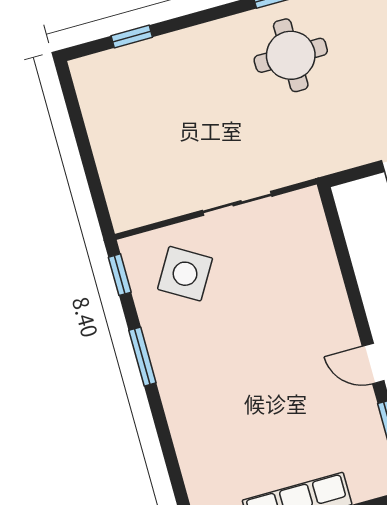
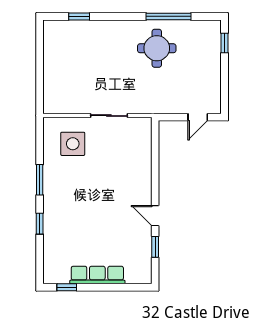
side table: (185, 274) -> (73, 144), turned -31
window: (120, 275) -> (40, 224), moved

